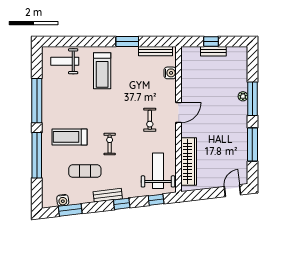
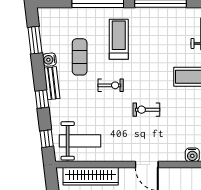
exercise bike: (150, 120) -> (146, 110), moved
water cooler: (63, 200) -> (49, 60), moved

